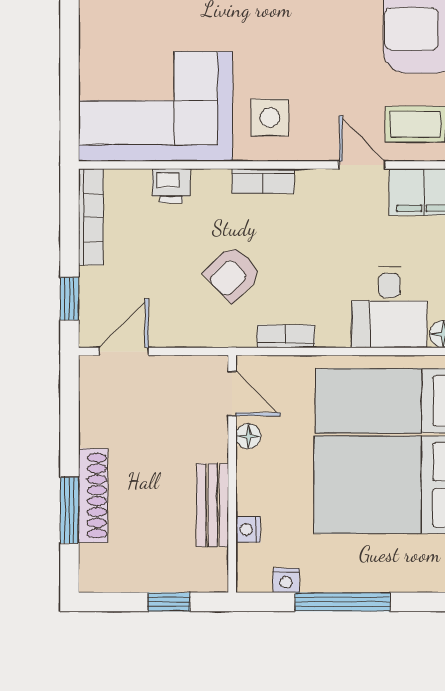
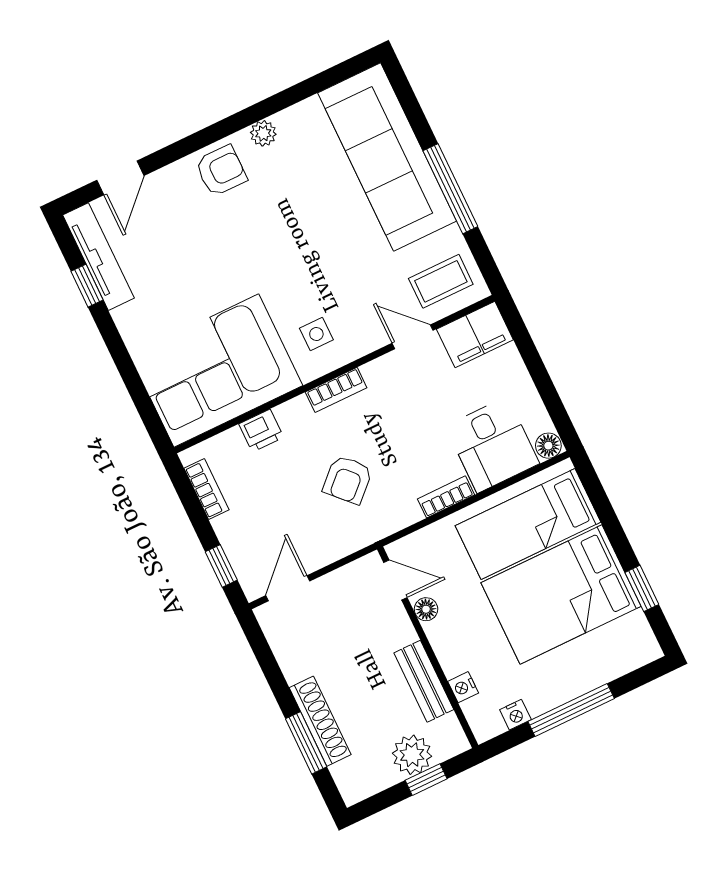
side table: (270, 118) -> (316, 334), width x0.73, depth x0.73
bookcase: (91, 217) -> (207, 489), width x0.64
bookcase: (286, 336) -> (446, 497), moved
plant: (167, 571) -> (412, 755), added

